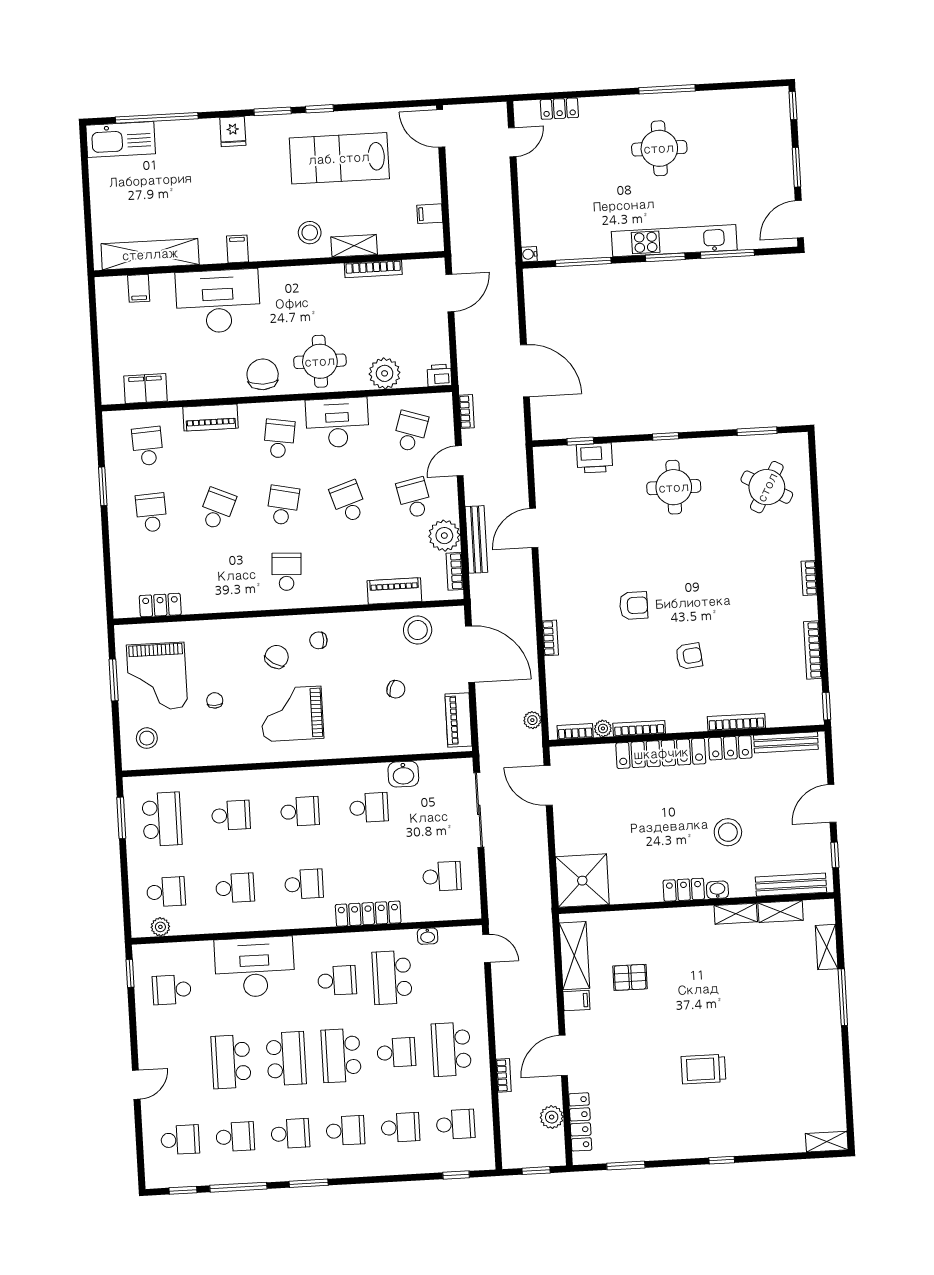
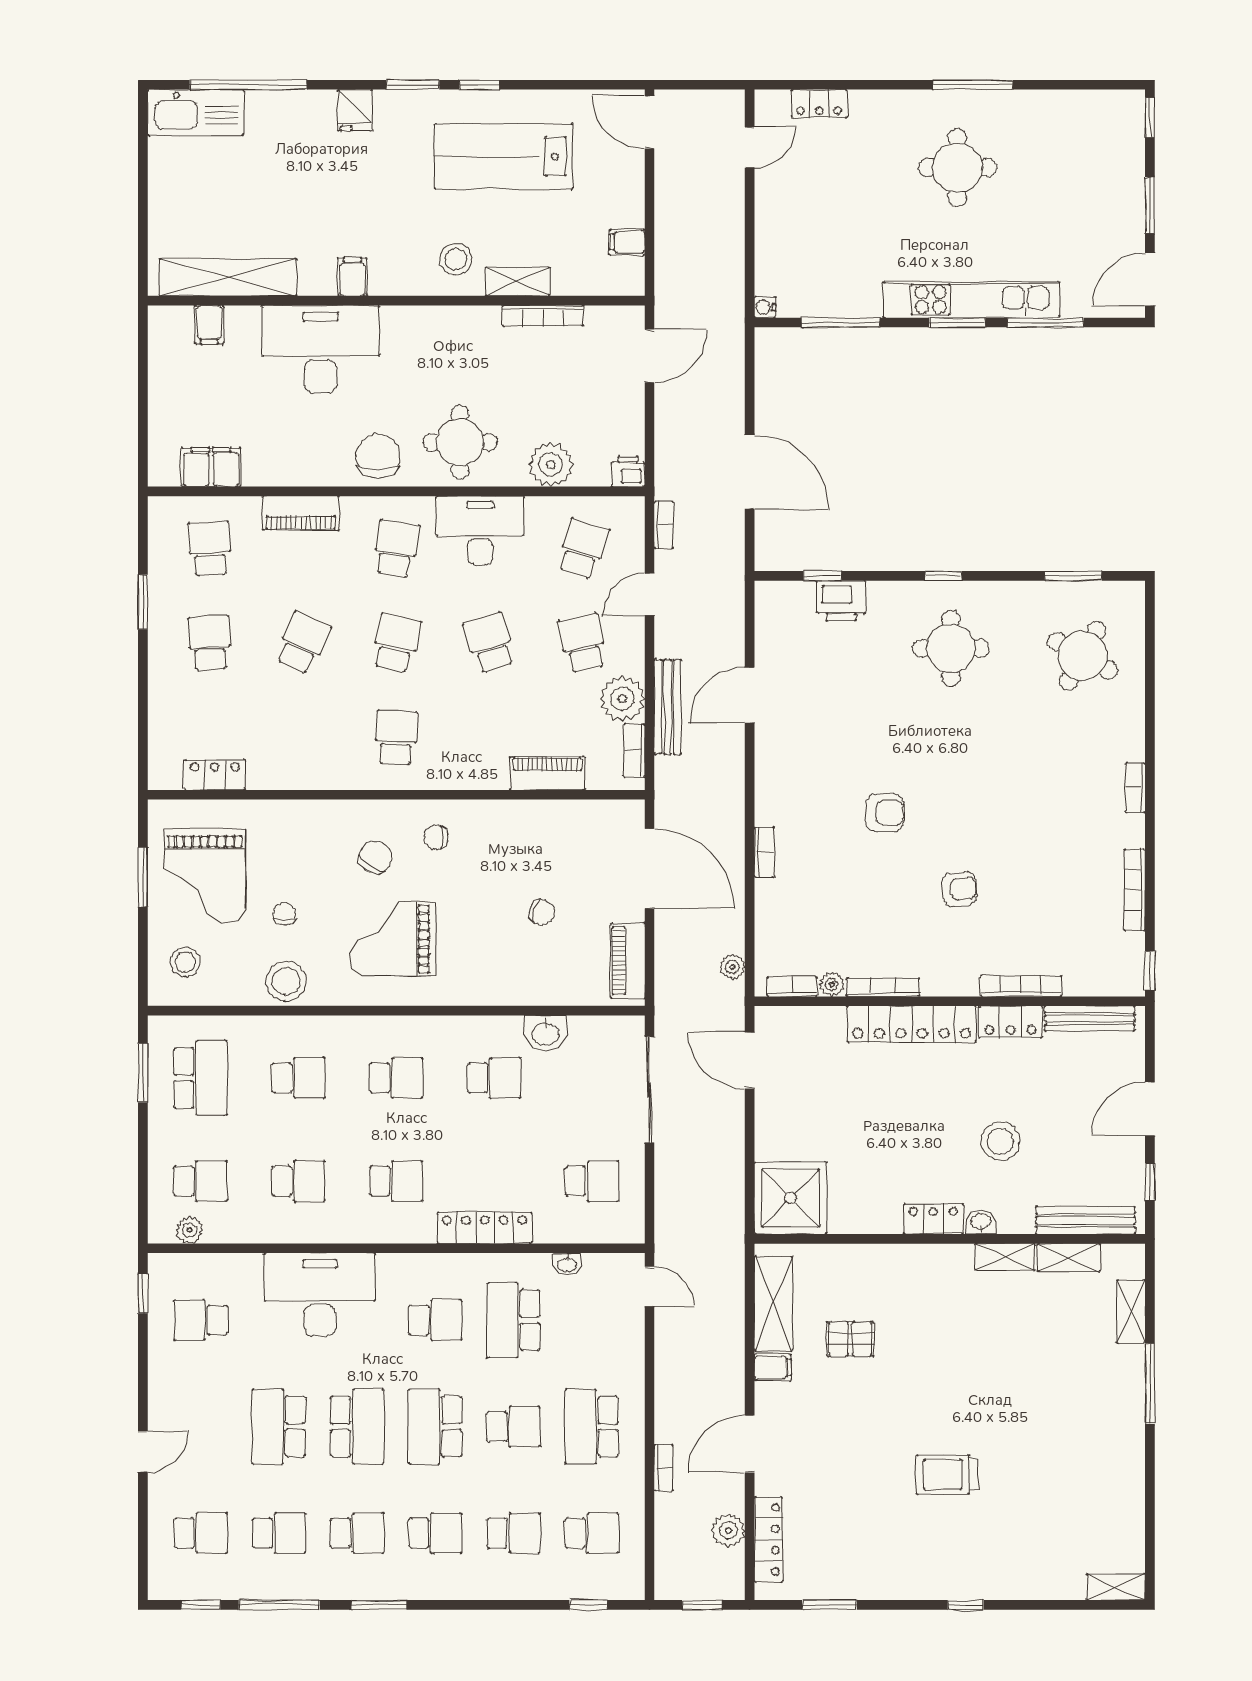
stool: (418, 630) -> (286, 981), moved

